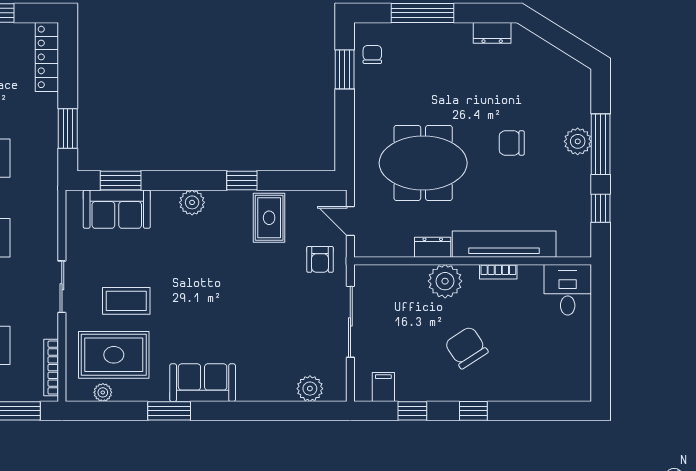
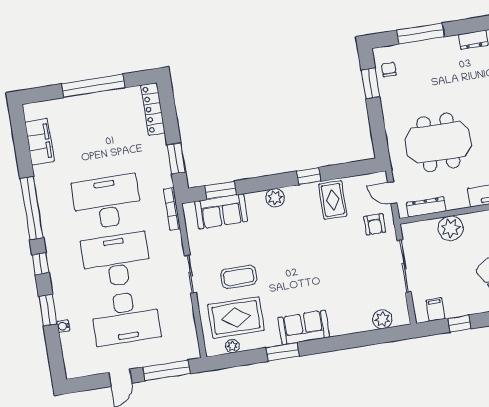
dresser: (433, 247) -> (426, 207), moved, width x1.44
plant: (445, 281) -> (451, 228), moved
bookcase: (51, 368) -> (172, 209), moved

